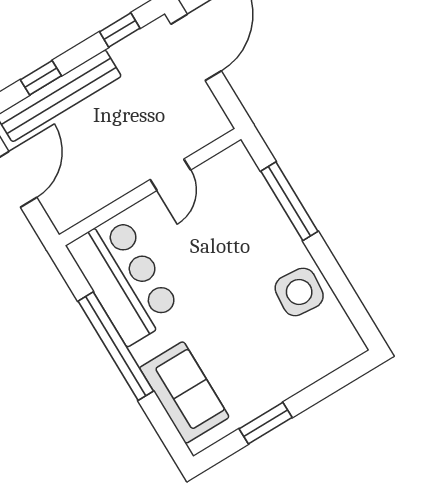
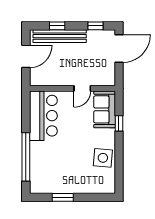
window: (289, 201) -> (119, 123), width x0.46
window: (116, 346) -> (26, 157), moved
sofa: (184, 392) -> (105, 109), moved, turned 180

